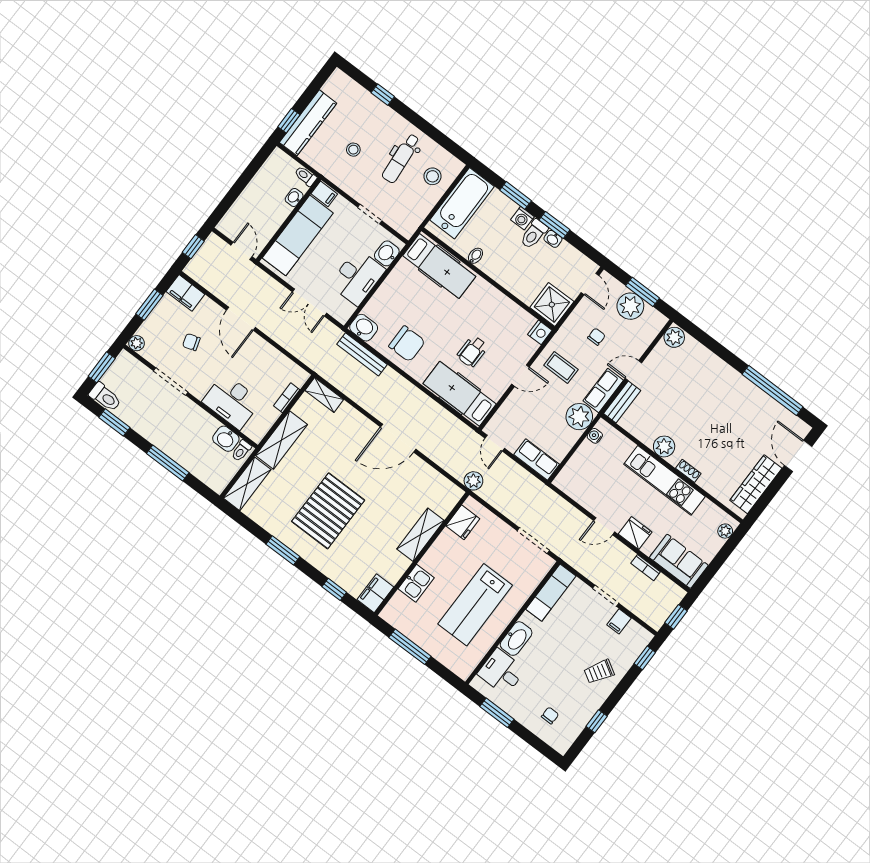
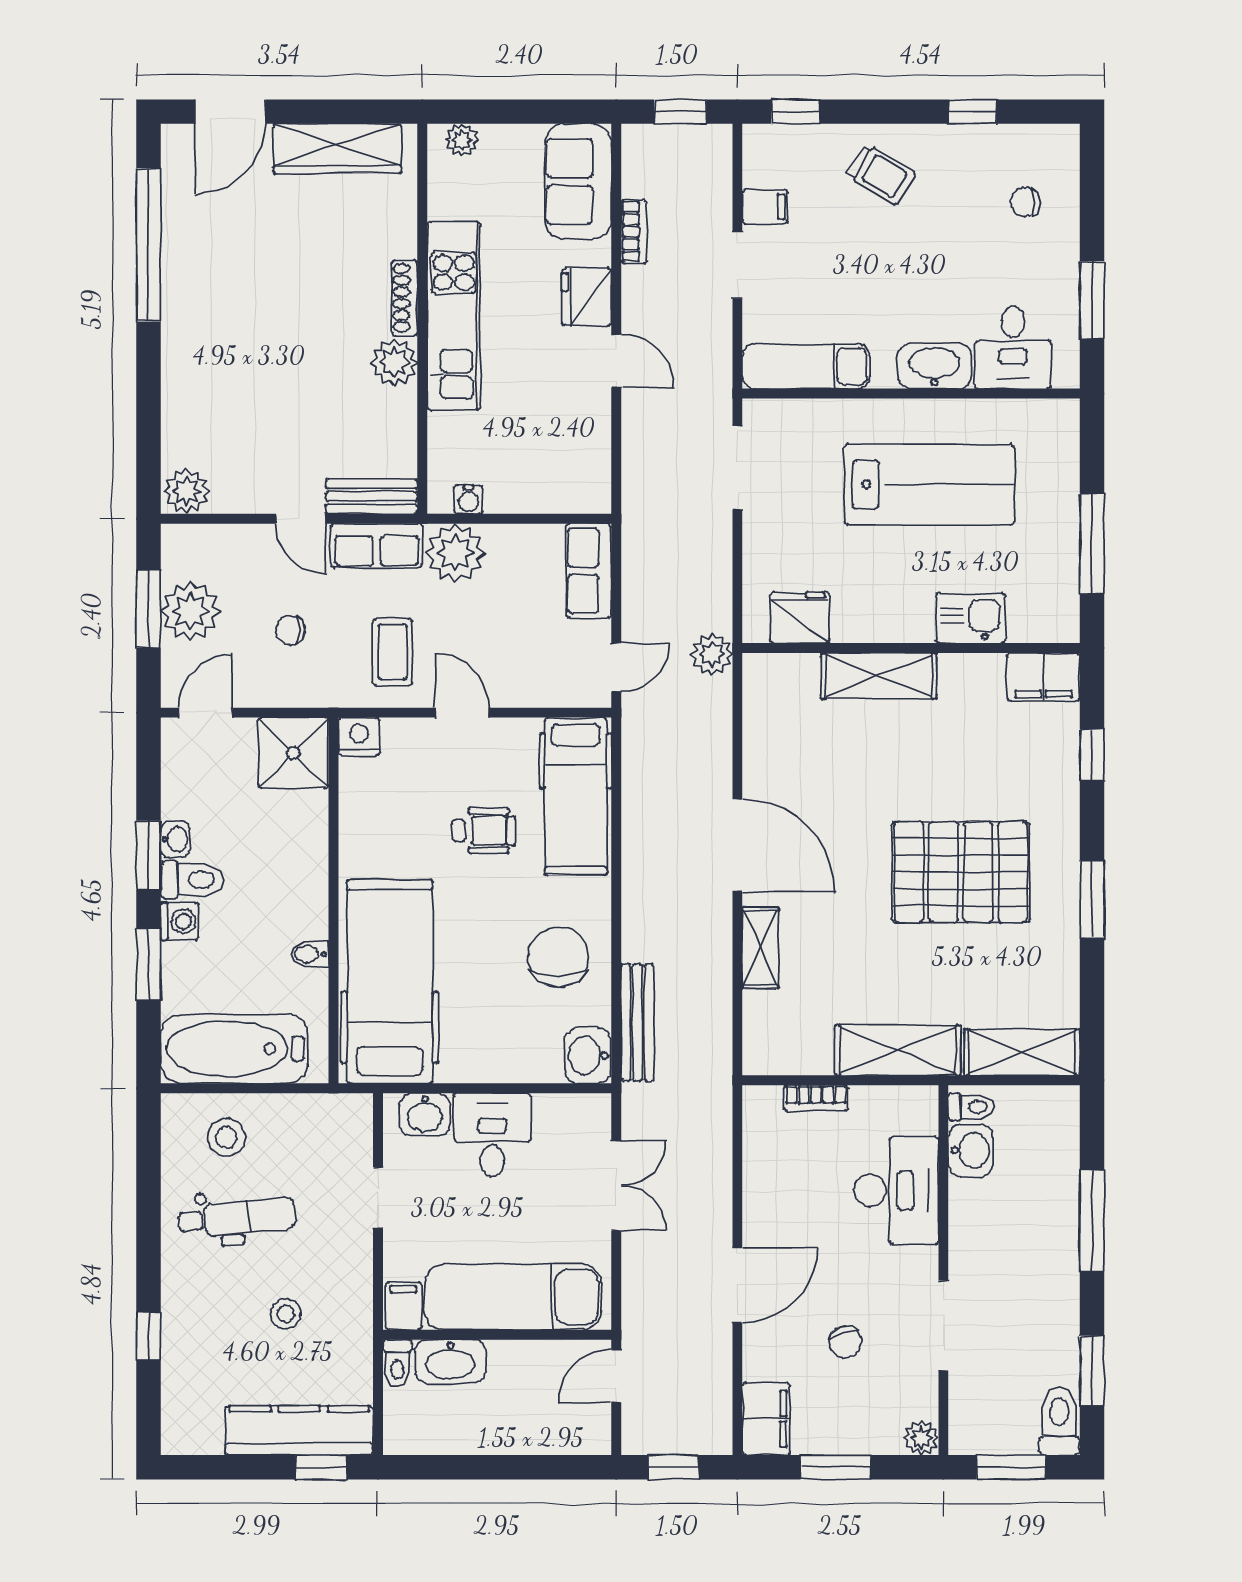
washbasin: (294, 197) -> (450, 1361), width x1.91, depth x1.45
hospital bed: (439, 266) -> (390, 982), width x1.37, depth x1.29
desk: (357, 277) -> (492, 1135), width x0.73
shelving: (324, 395) -> (760, 948), moved
shoe rack: (688, 471) -> (405, 298), width x1.43

